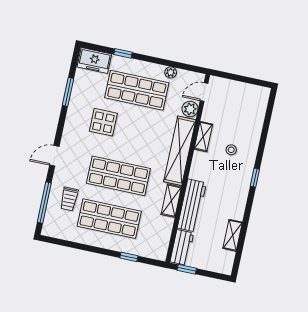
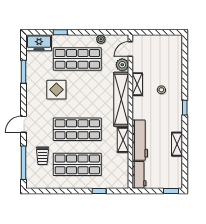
shelving: (233, 235) -> (177, 144), moved
window: (187, 269) -> (171, 191), moved

